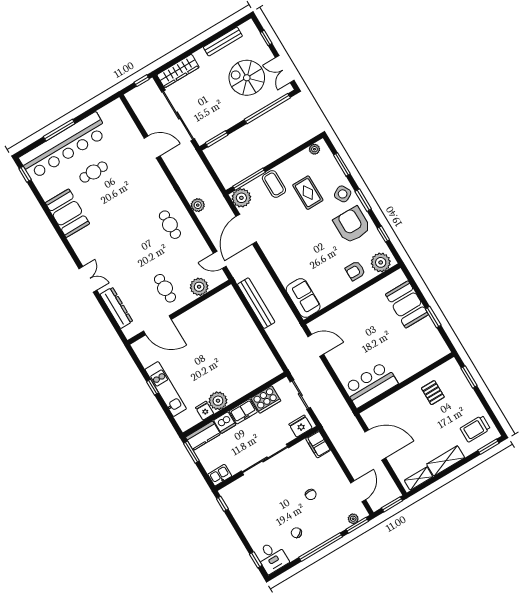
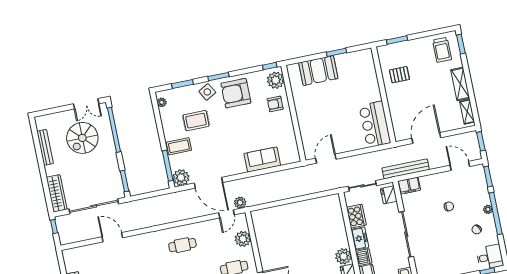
window: (266, 38) -> (55, 110), removed
door: (152, 147) -> (112, 237), hinge flipped
plant: (198, 205) -> (240, 203), moved
window: (383, 234) -> (270, 66), moved
armchair: (355, 271) -> (275, 104), turned 90
sofa: (303, 298) -> (262, 160), moved
bench: (256, 303) -> (406, 169), moved
plant: (353, 519) -> (488, 209), moved

